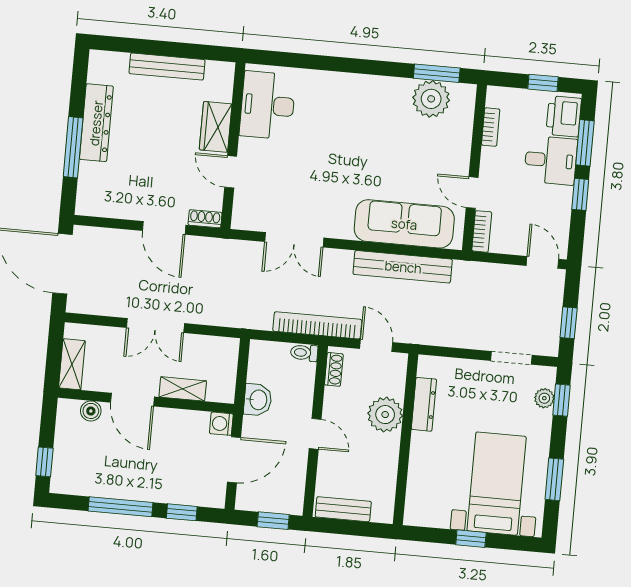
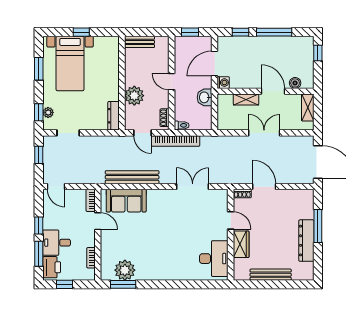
sofa: (404, 224) -> (126, 201), width x0.73
dresser: (424, 404) -> (114, 116), moved
bench: (343, 509) -> (140, 42), moved

